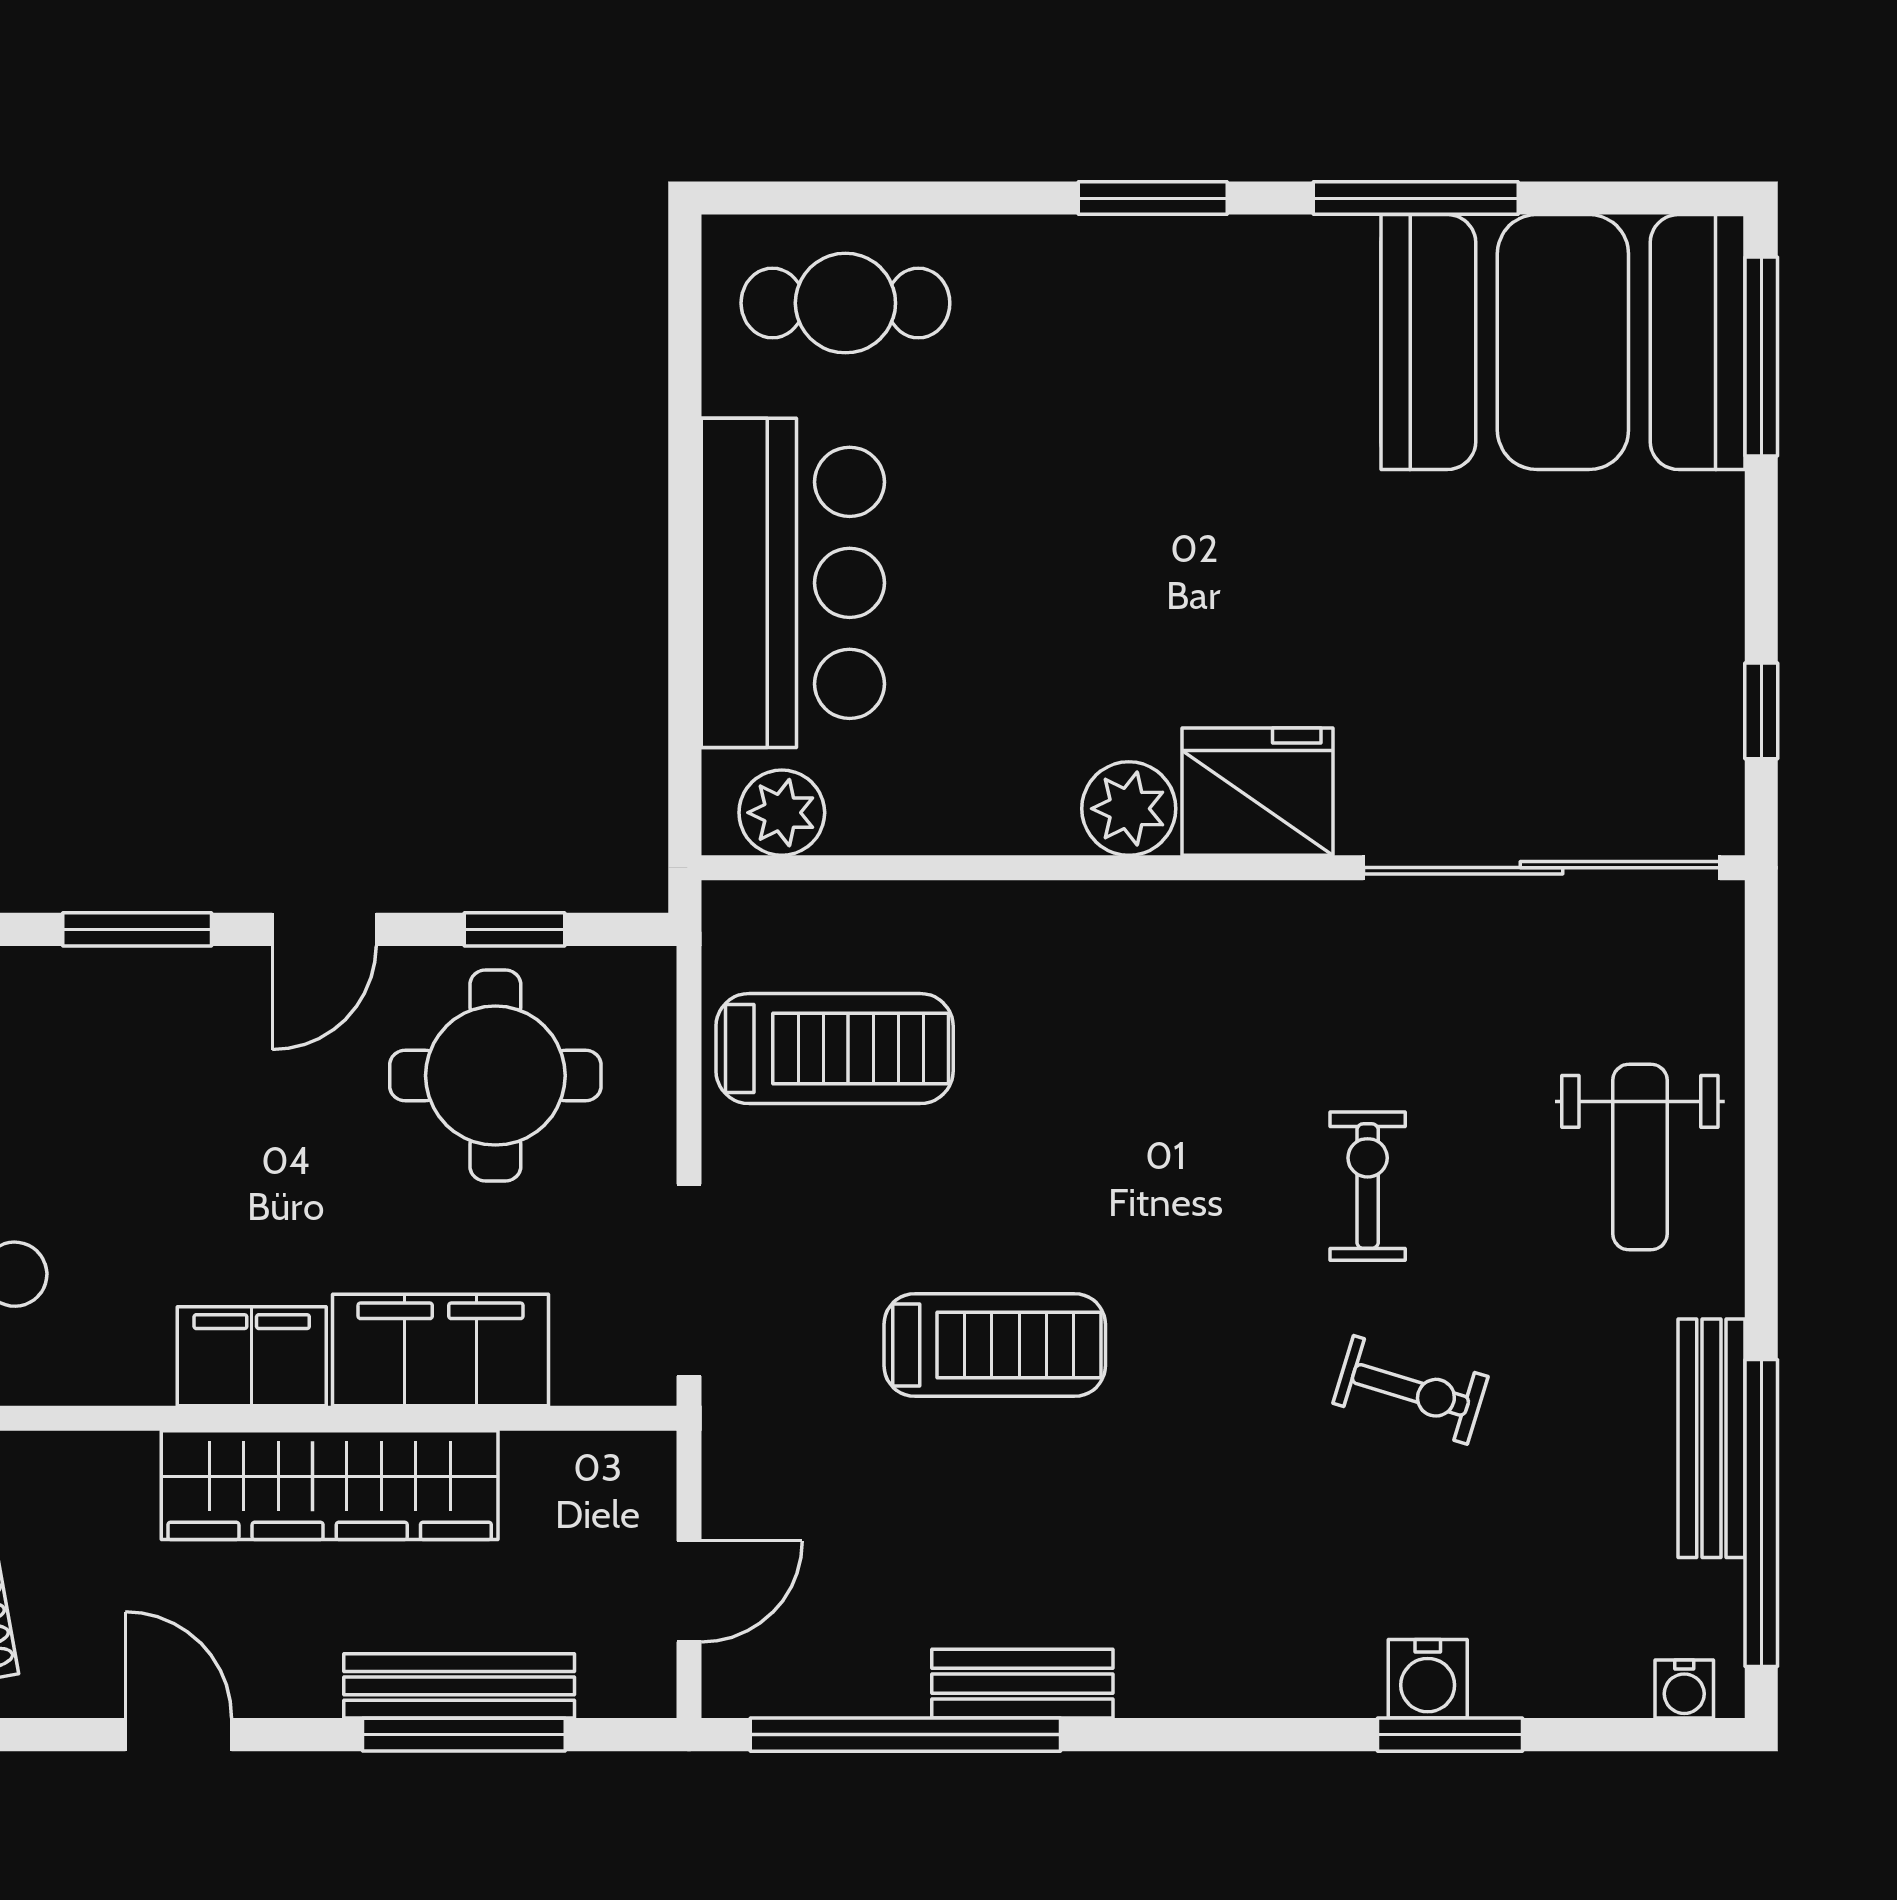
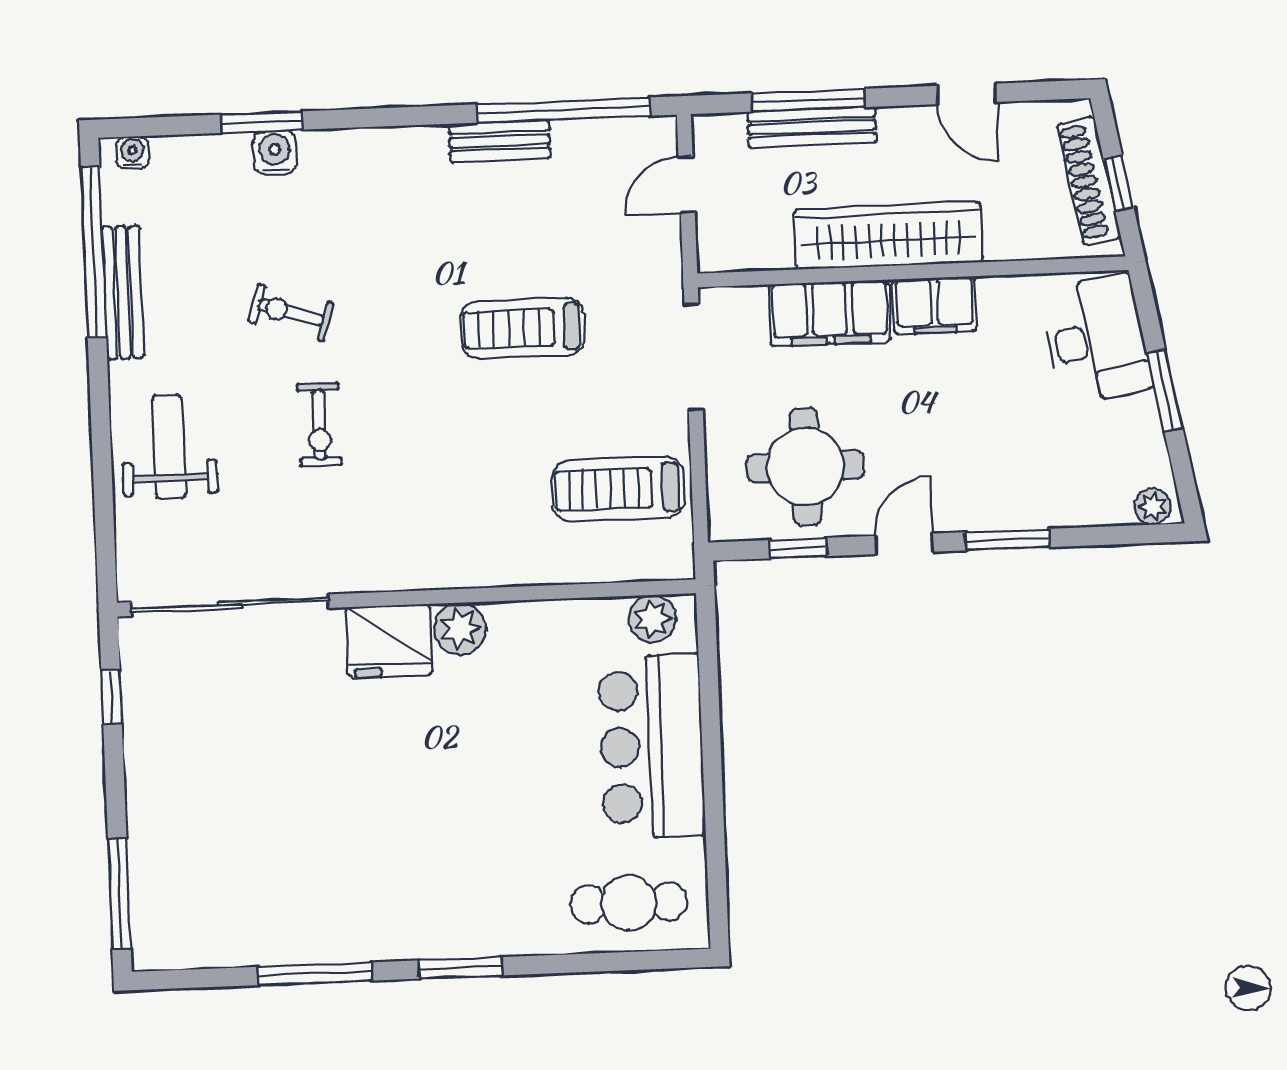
booth: (1563, 342) -> (230, 897), removed

